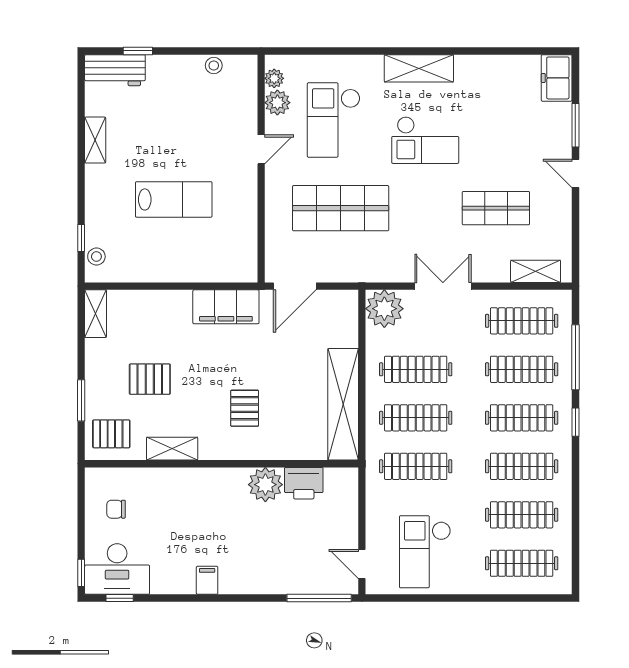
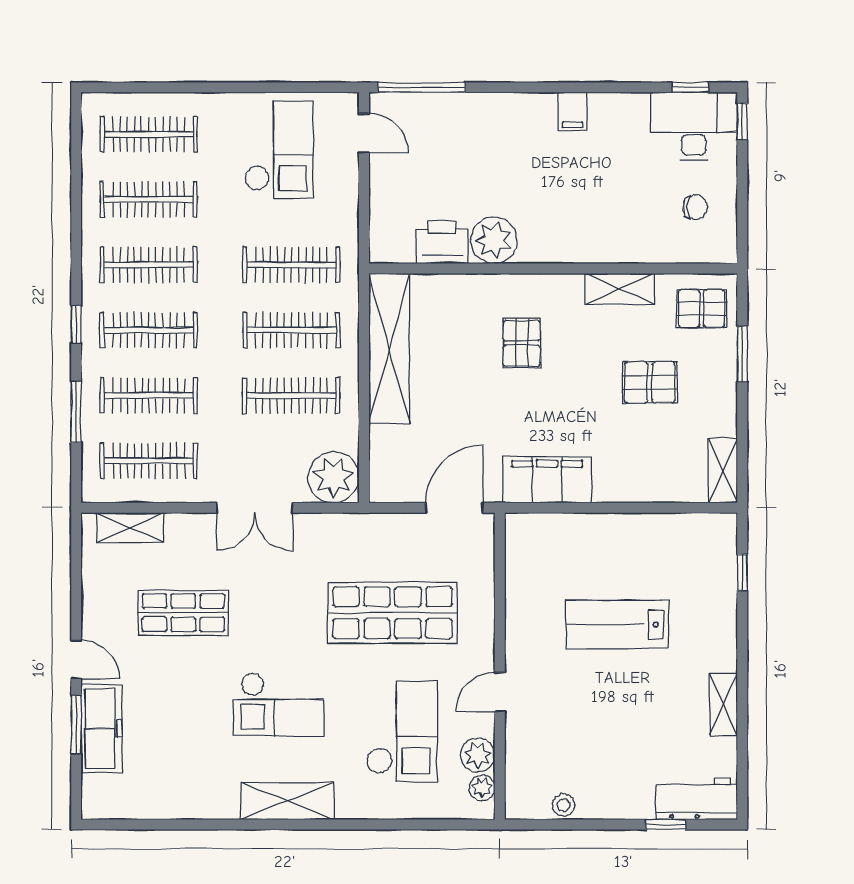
freezer: (557, 78) -> (101, 728), moved, width x1.40
checkout: (425, 140) -> (279, 704), turned 180
stool: (96, 257) -> (722, 548), removed
window: (575, 357) -> (76, 412), width x0.69

